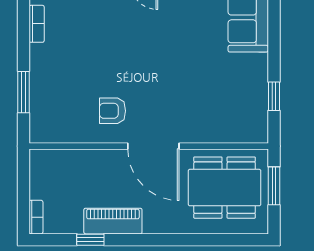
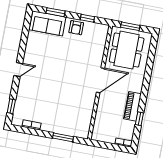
window: (274, 29) -> (56, 12), added
armchair: (112, 111) -> (76, 28), moved

